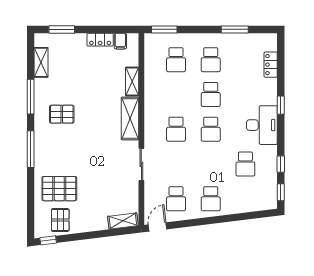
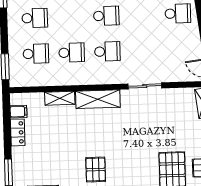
school desk: (211, 94) -> (72, 53), moved
school desk: (176, 199) -> (179, 49), removed

